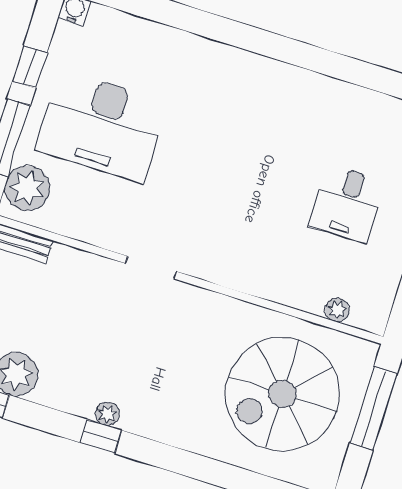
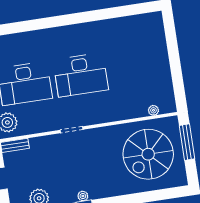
desk: (347, 204) -> (81, 75), moved, width x1.87, depth x1.30

